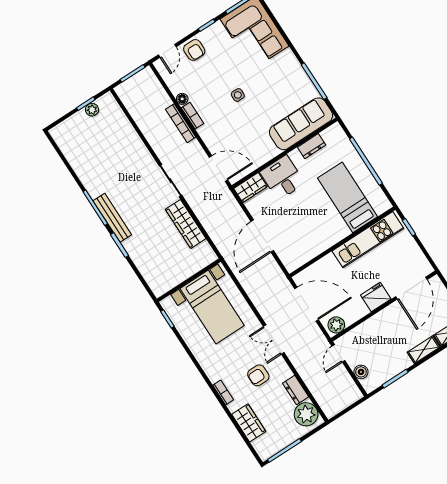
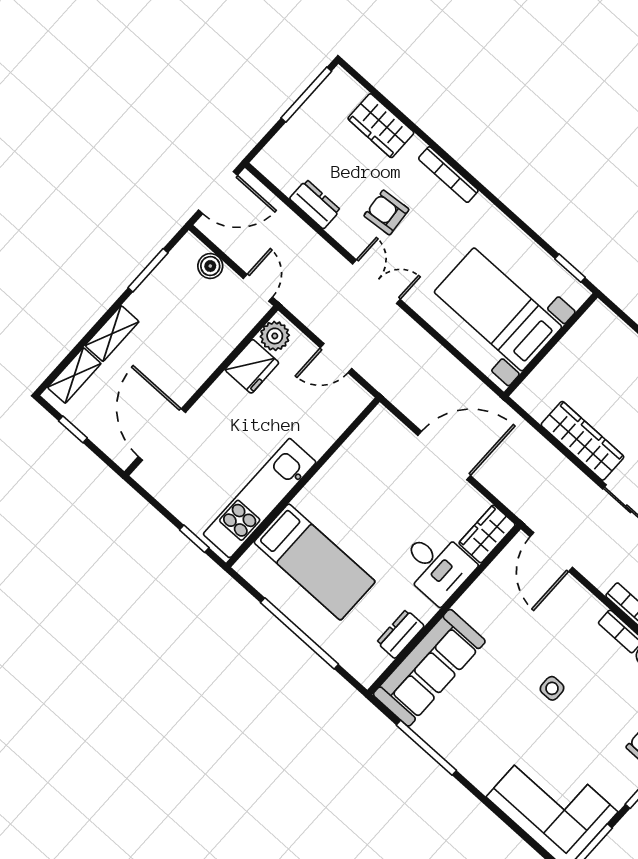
door: (218, 169) -> (551, 552), hinge flipped
door: (262, 236) -> (444, 456), hinge flipped
fridge: (376, 297) -> (252, 366), moved
door: (306, 304) -> (336, 358), width x0.53
armchair: (258, 375) -> (386, 212), turned -95
bookcase: (223, 392) -> (448, 175), width x1.56
door: (346, 410) -> (218, 193), added
plant: (306, 414) -> (286, 167), removed

